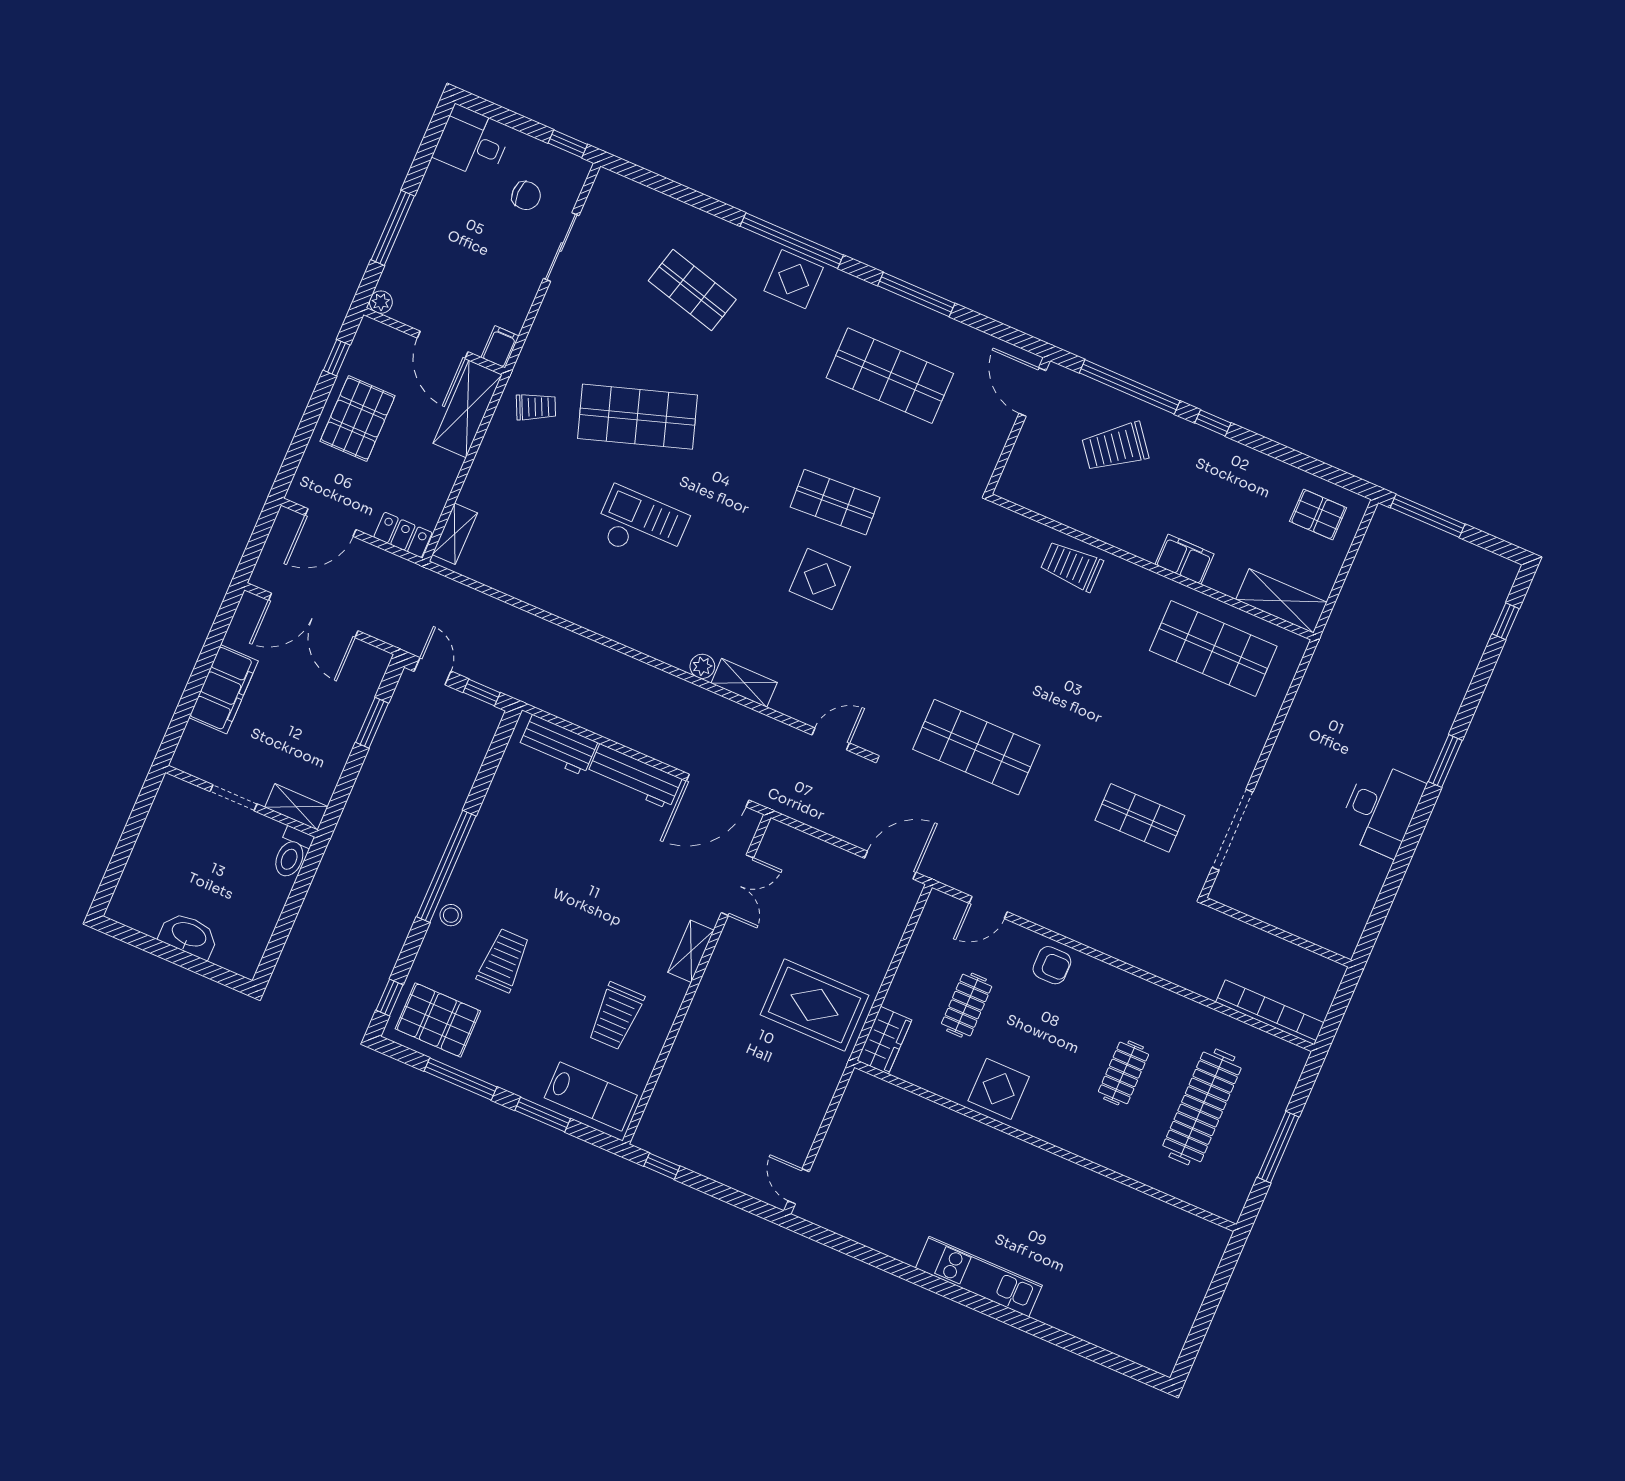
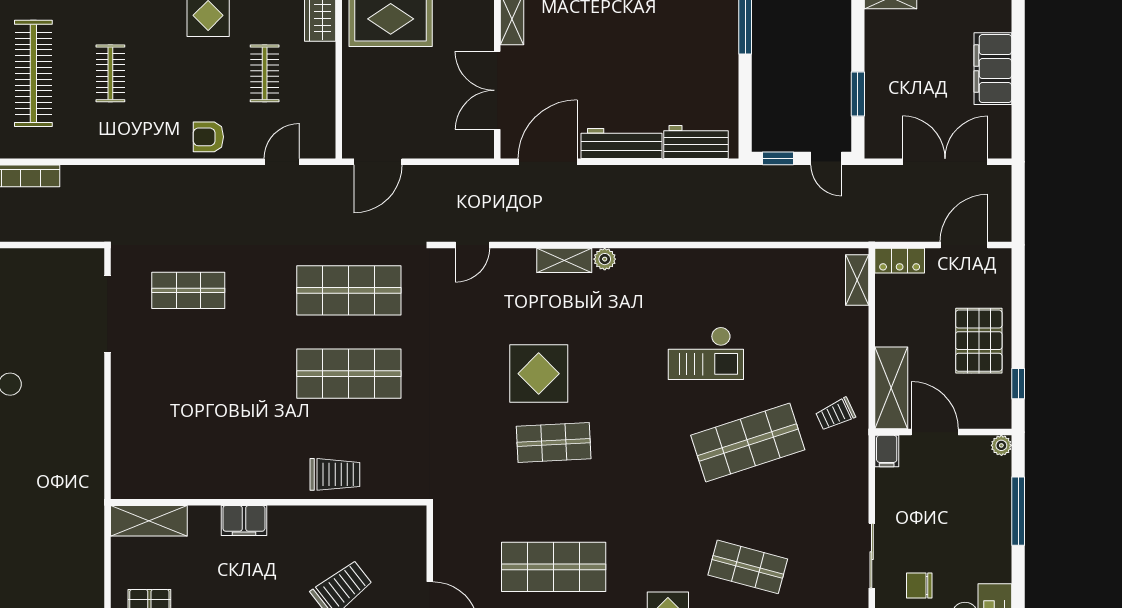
display table: (820, 579) -> (539, 374), width x1.36, depth x1.36
shop shelf: (1213, 648) -> (349, 374), moved
double door: (737, 885) -> (497, 90), width x1.37

